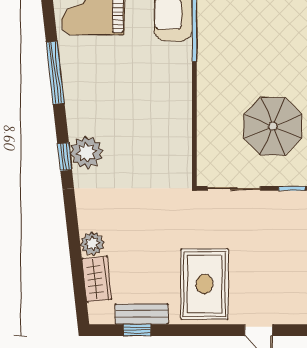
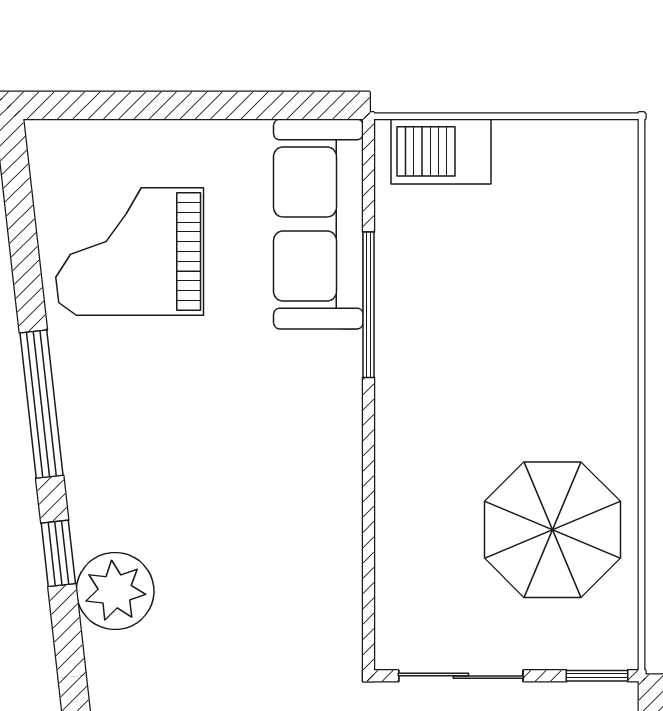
window: (65, 157) -> (58, 553), moved

